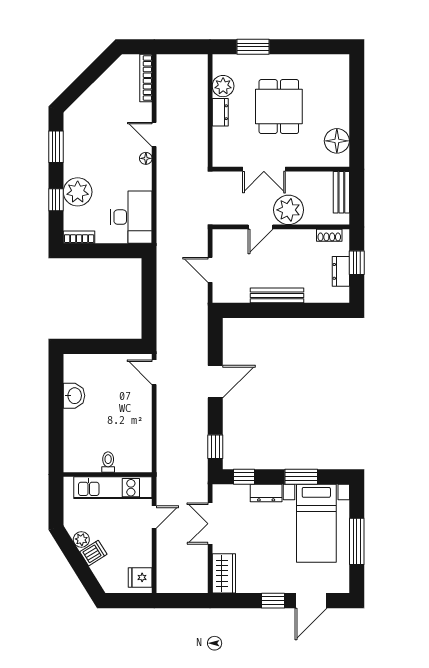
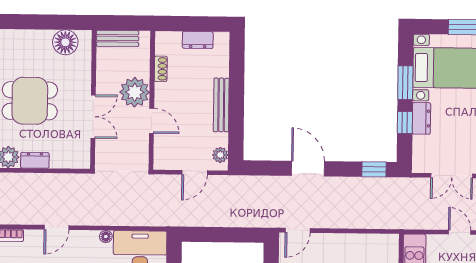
floor lamp: (146, 158) -> (106, 237), moved
shoe rack: (329, 235) -> (161, 69), moved
window: (357, 263) -> (189, 24), removed
plant: (228, 295) -> (220, 155), added
window: (244, 477) -> (405, 122), moved
door: (154, 517) -> (460, 232), moved

